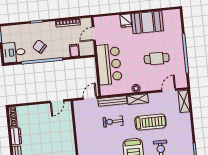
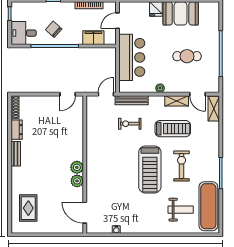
filing cabinet: (74, 50) -> (93, 38), width x2.00
door: (169, 90) -> (197, 94), swing flipped
shelving: (138, 99) -> (177, 101), moved

